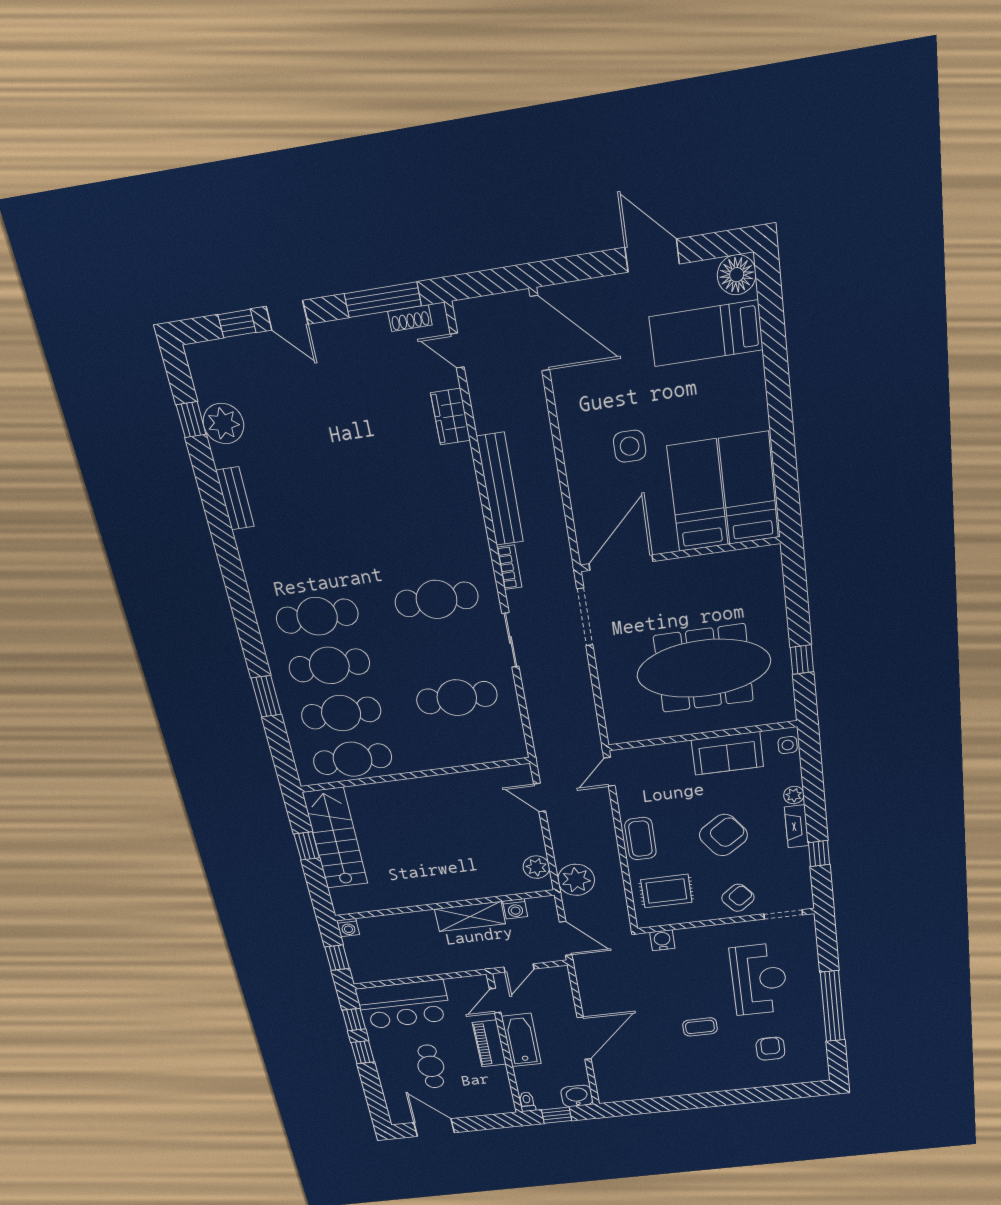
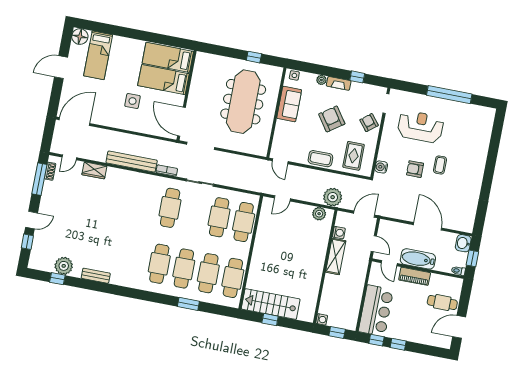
cafe table: (466, 744) -> (244, 222), added
armchair: (770, 1049) -> (415, 169), moved
cafe table: (431, 1066) -> (442, 303), moved

